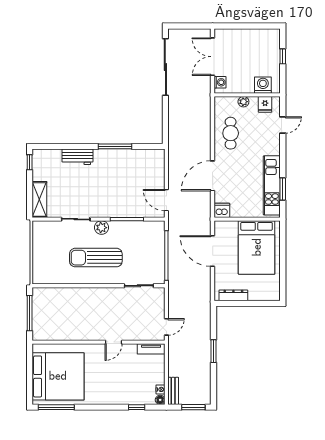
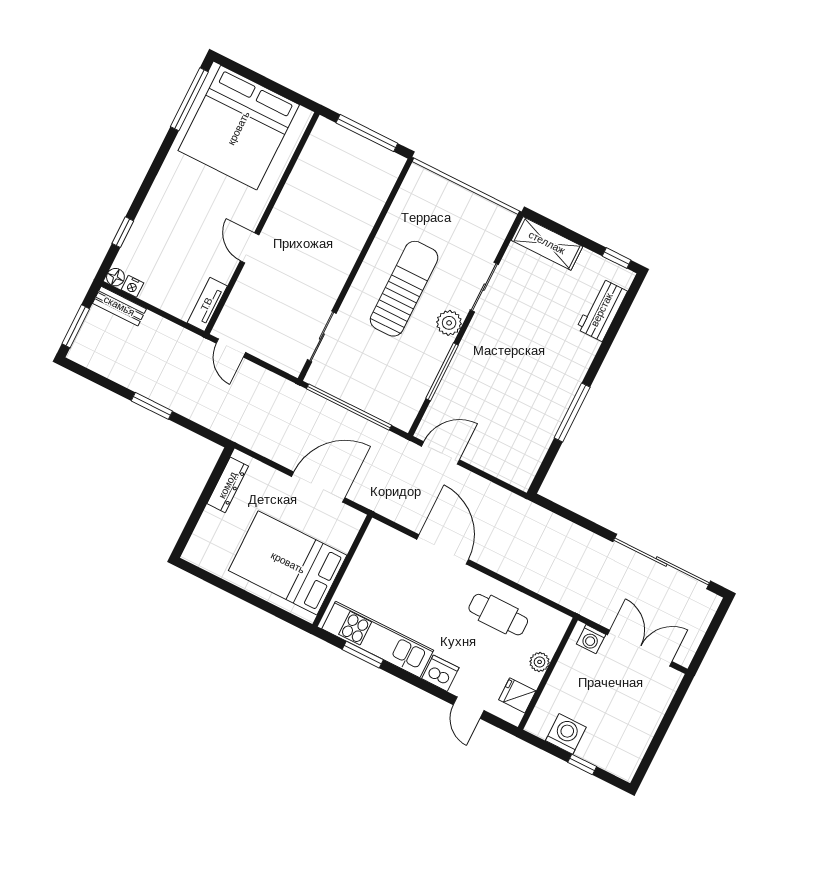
washing machine: (263, 85) -> (566, 734), moved, turned -90
workbench: (77, 157) -> (602, 310), moved
dishwasher: (222, 210) -> (440, 673), moved, turned -90

